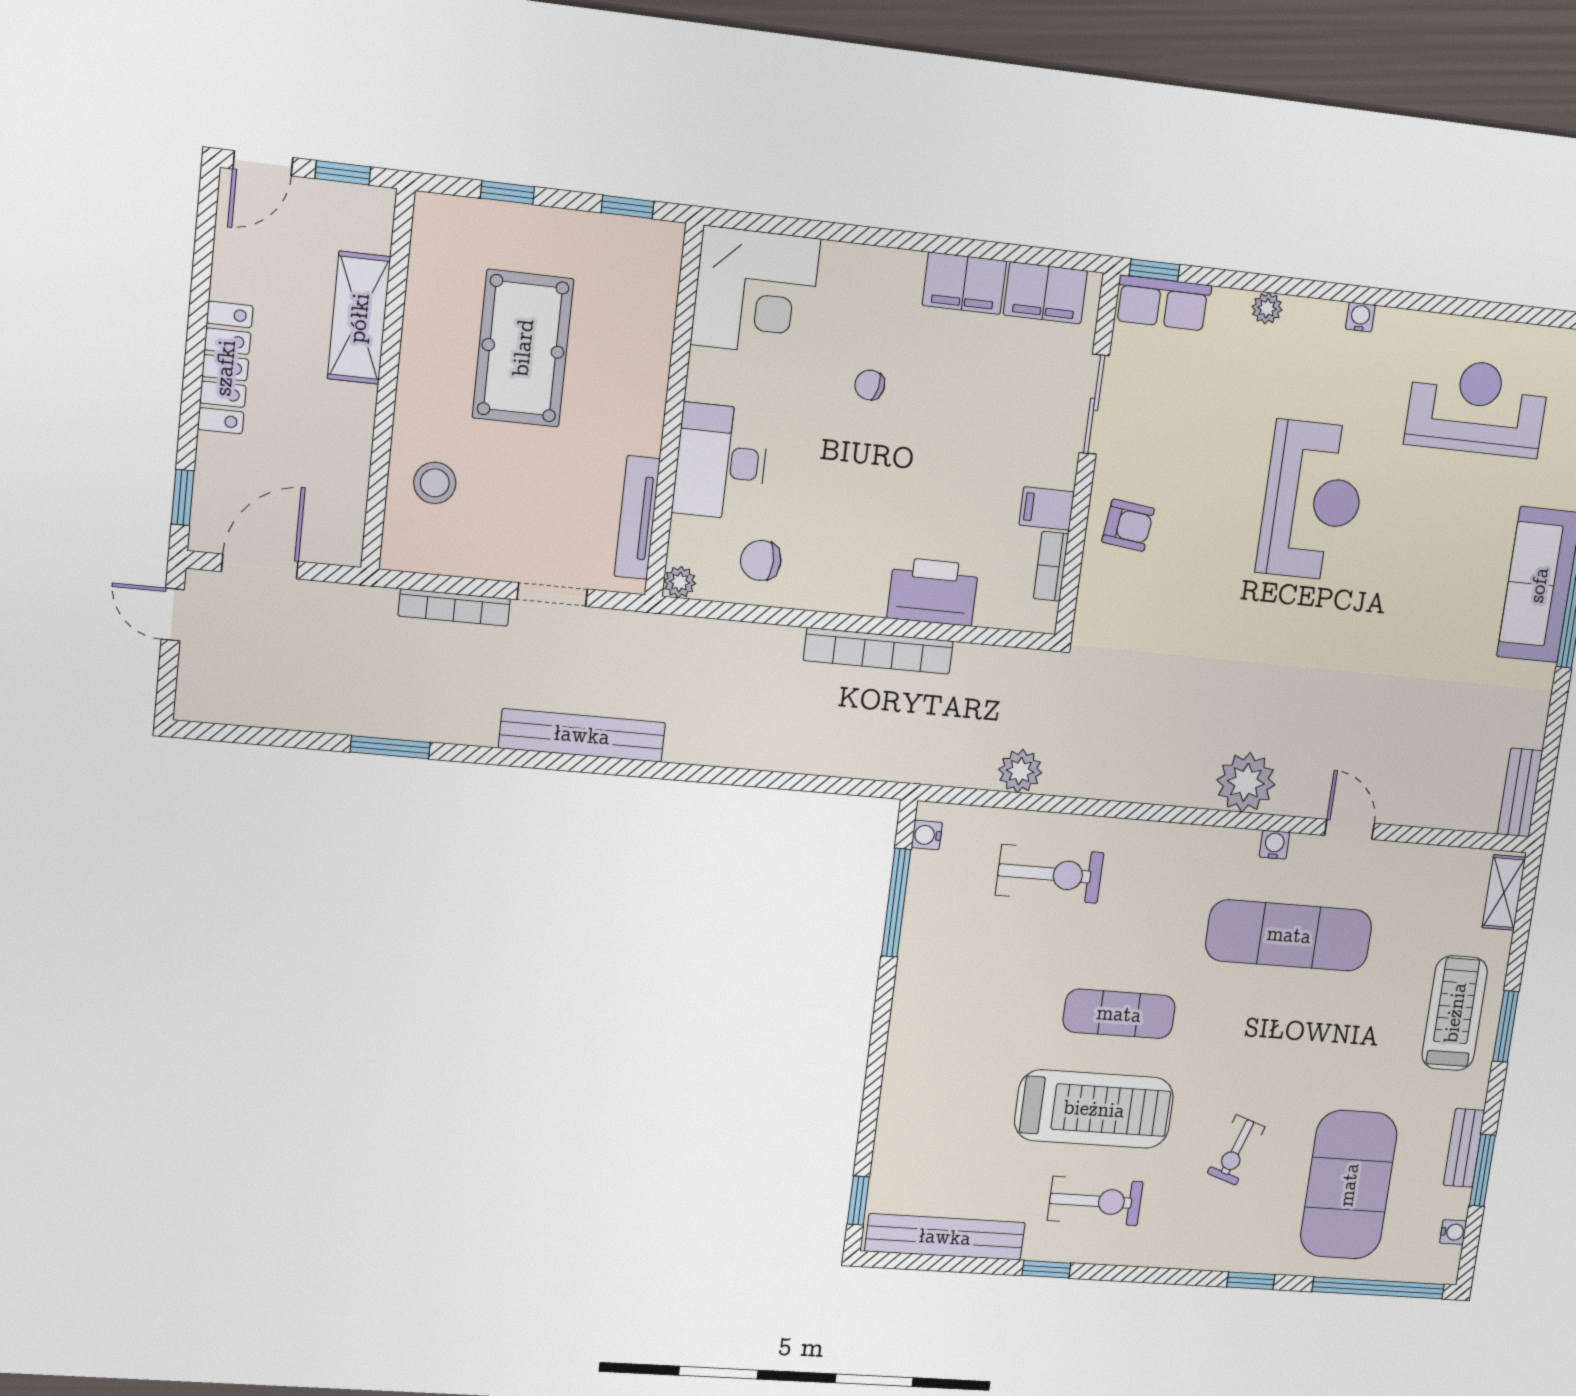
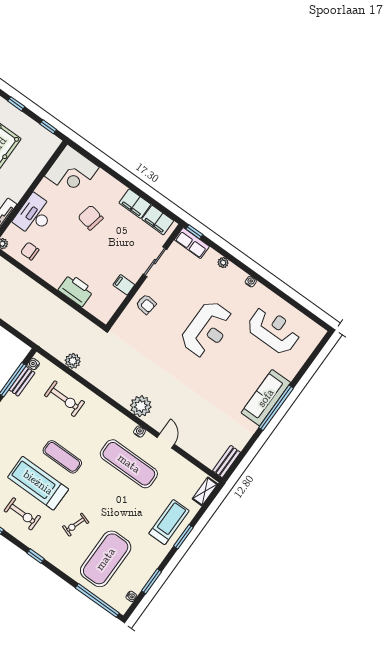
chair: (870, 385) -> (91, 218), width x1.87, depth x1.87
bookcase: (1051, 566) -> (116, 303), removed
bookcase: (878, 651) -> (50, 299), removed
treadmill: (1094, 1109) -> (38, 483), turned 180
bench: (1464, 1148) -> (22, 381), moved
window: (1251, 1281) -> (36, 556), moved

